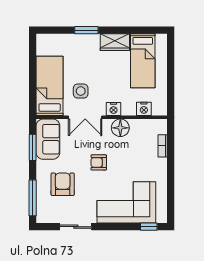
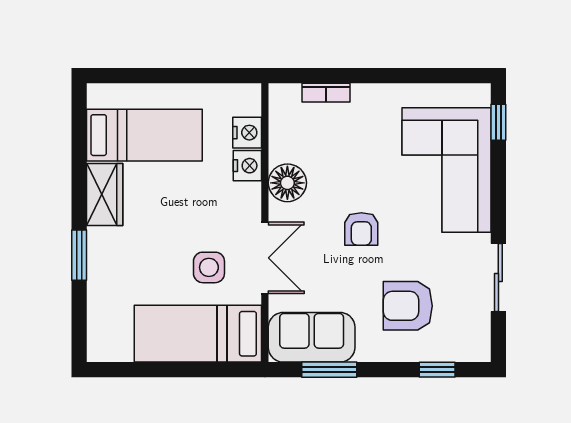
nightstand: (114, 109) -> (247, 166), moved
window: (33, 198) -> (437, 370), width x0.46

